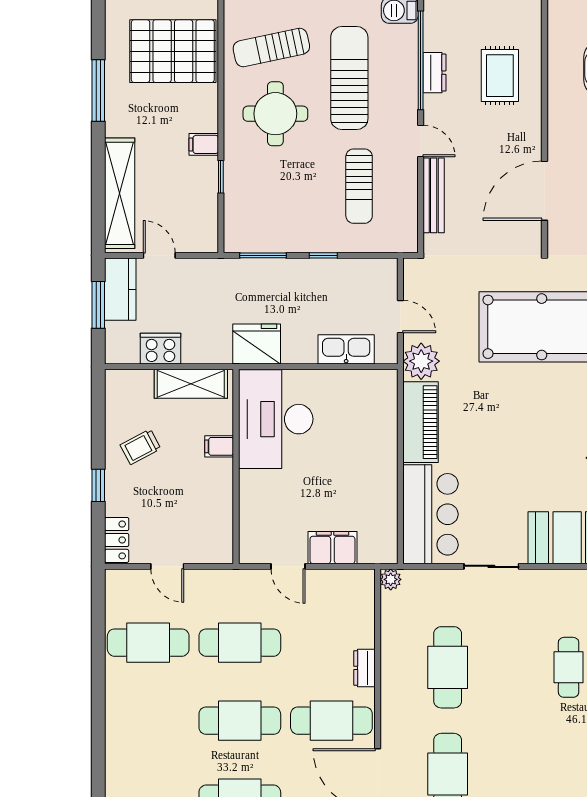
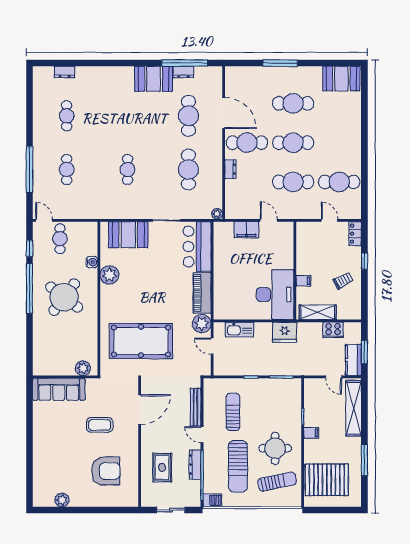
dresser: (435, 73) -> (195, 465), width x1.44

